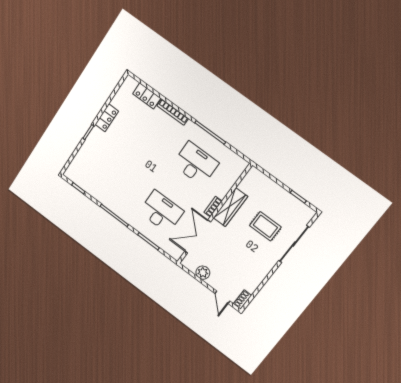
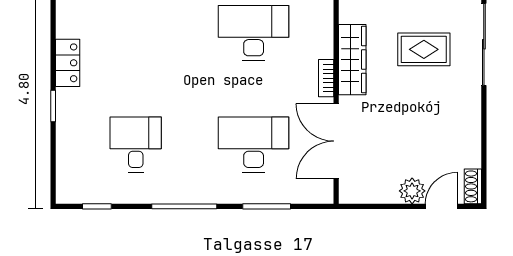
desk: (112, 174) -> (136, 145), added
plant: (203, 273) -> (412, 191), moved
door: (222, 297) -> (441, 206), swing flipped

